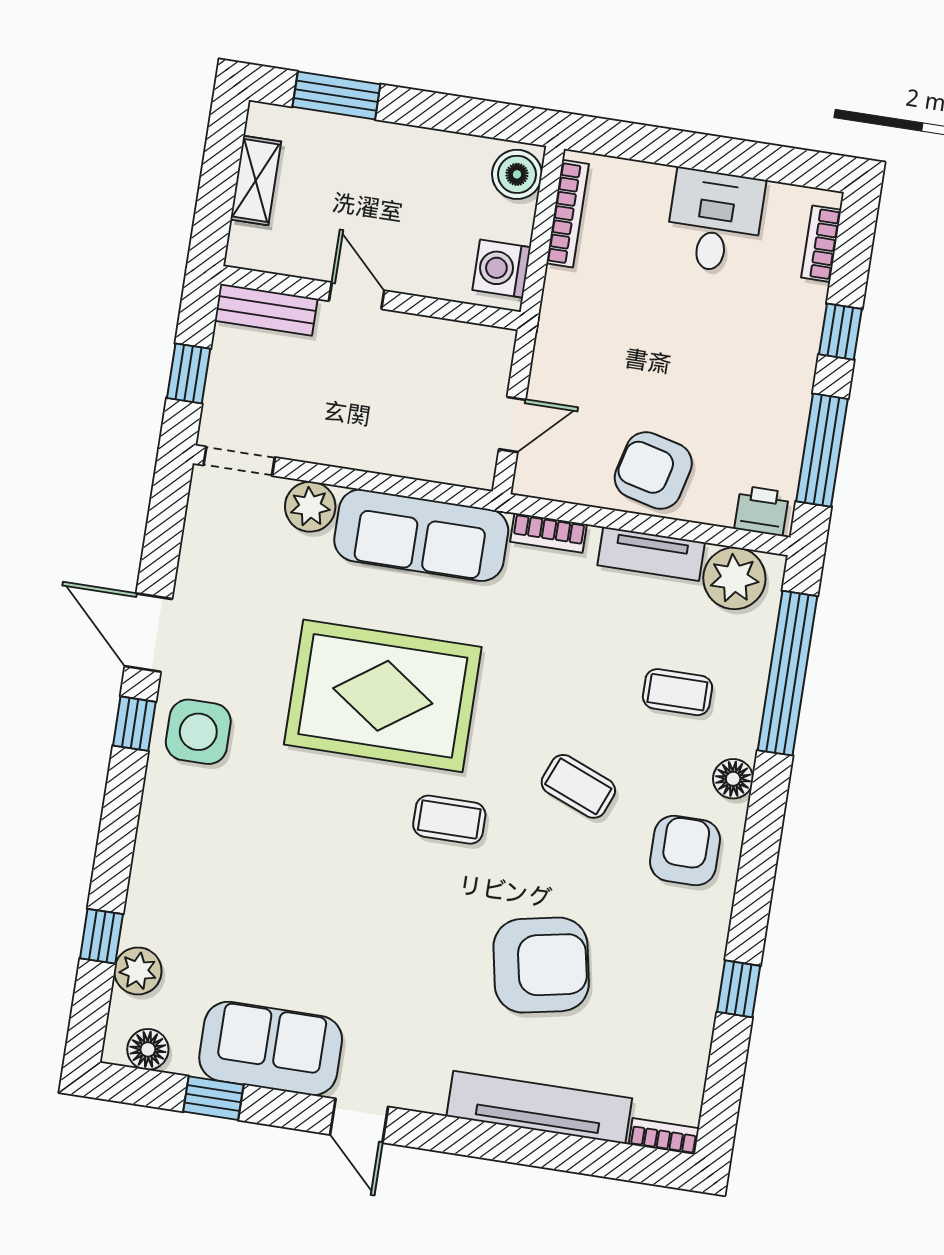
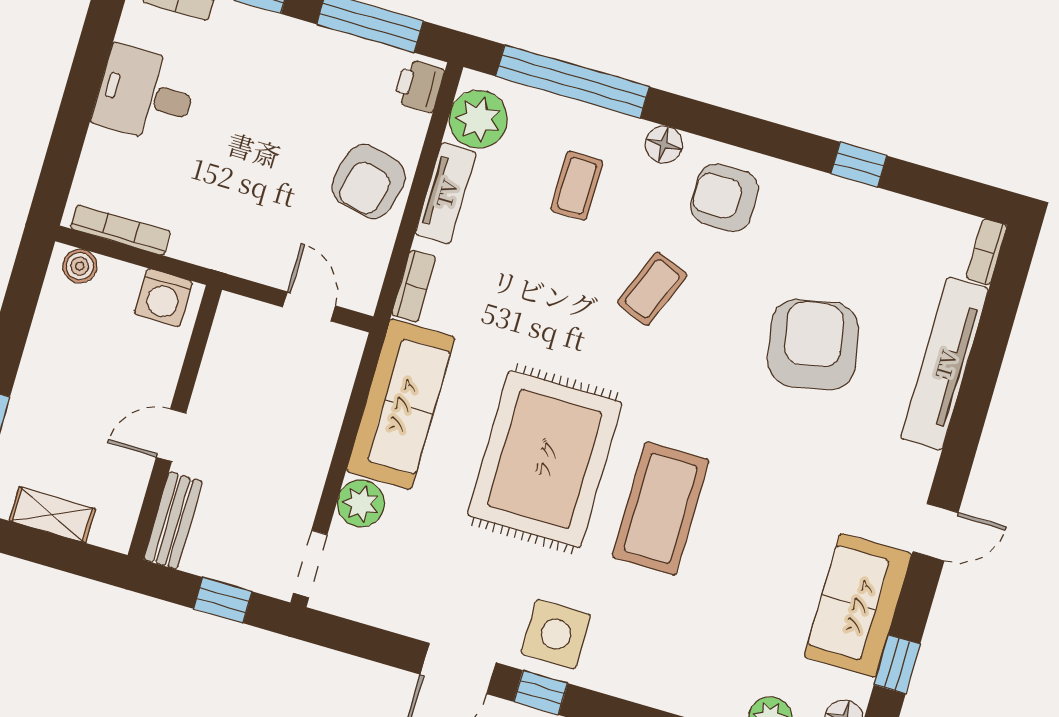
boiler: (517, 174) -> (80, 266), width x0.73, depth x0.73
coffee table: (449, 820) -> (661, 508), moved, width x1.86, depth x1.72

